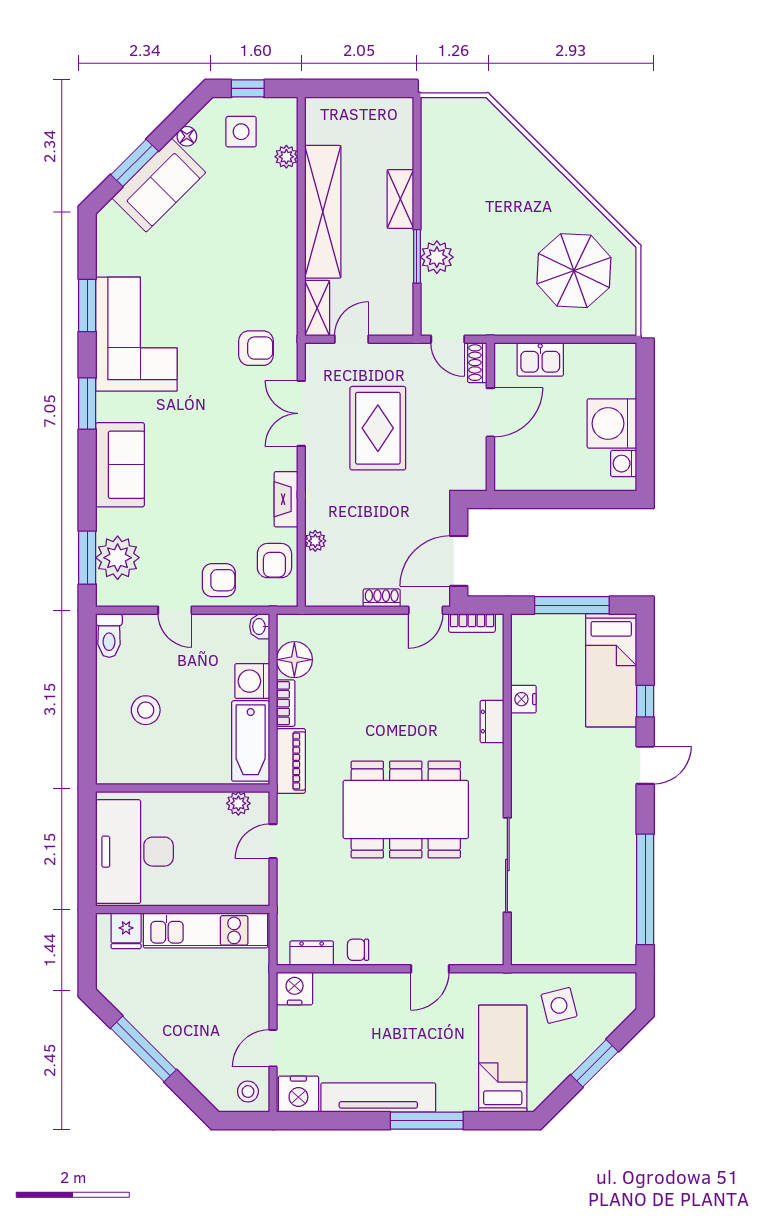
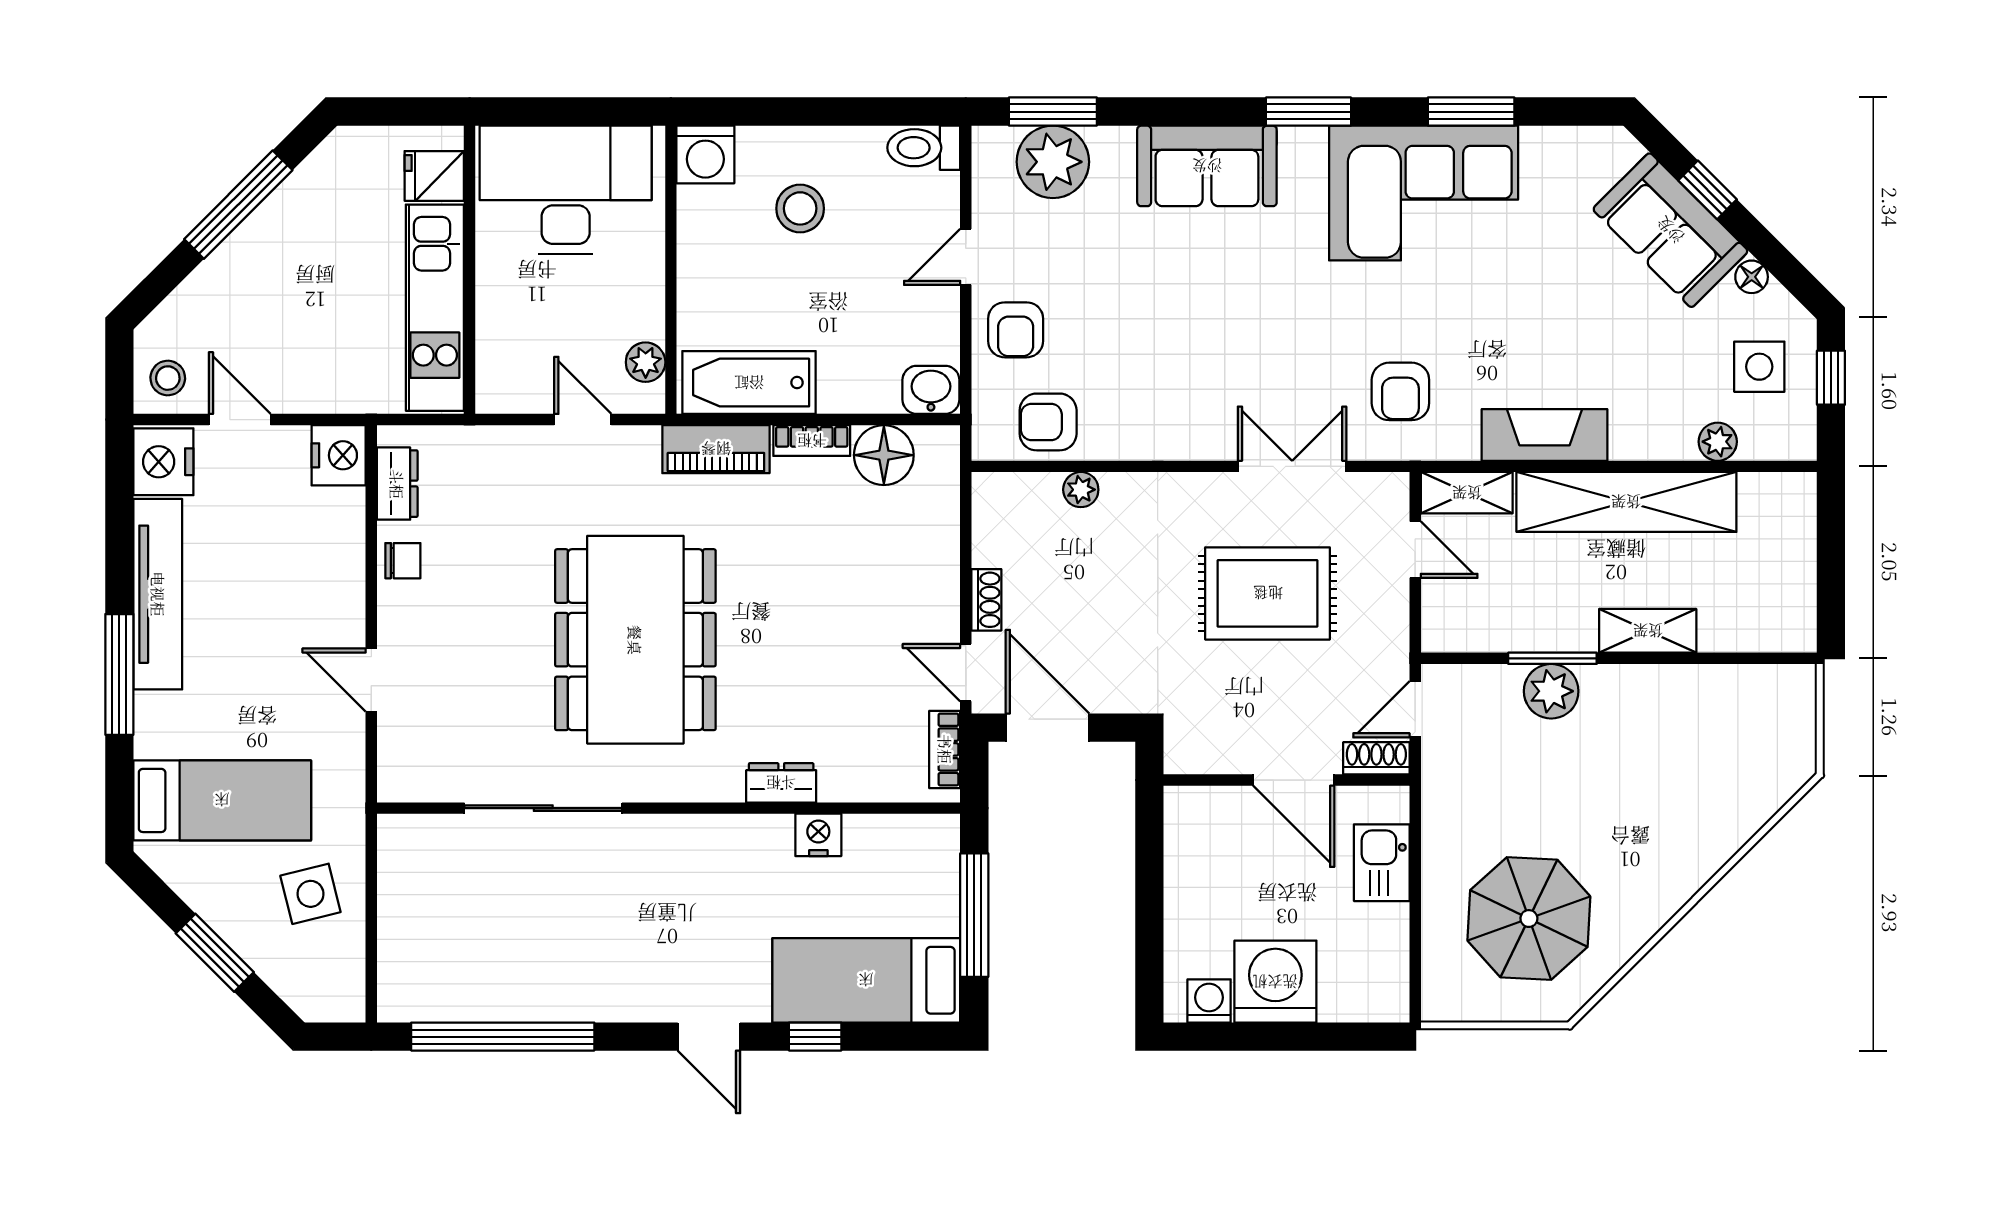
window: (134, 163) -> (1708, 190), width x0.67
fireplace: (286, 499) -> (1545, 435), moved, width x1.37, depth x1.32
washbasin: (260, 626) -> (931, 390), width x1.38, depth x1.45
washing machine: (252, 681) -> (705, 154), moved, turned 180
chair: (358, 950) -> (403, 561), turned 90

